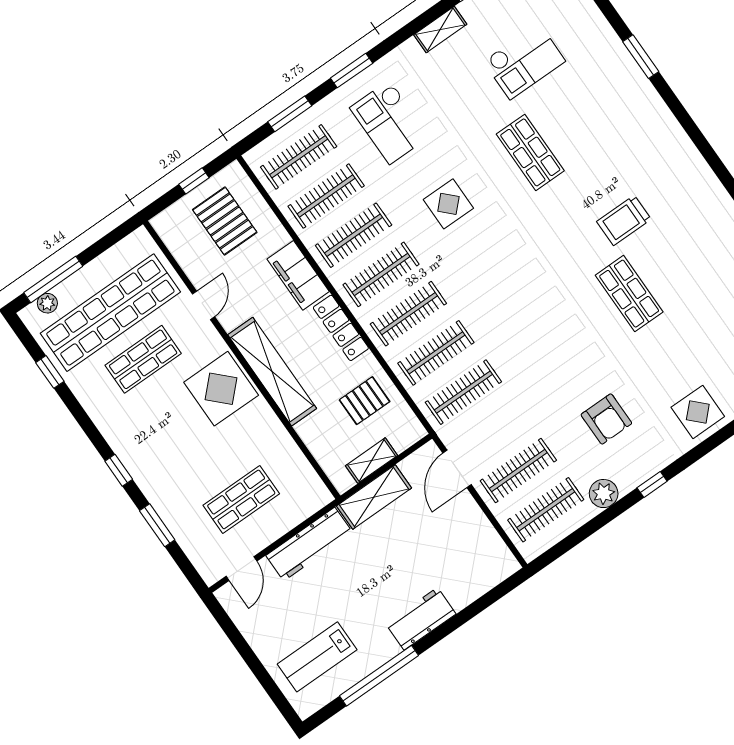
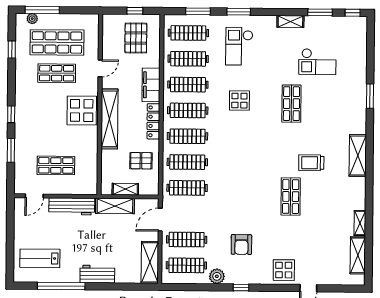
shelving: (686, 159) -> (358, 156), added
shop shelf: (110, 313) -> (57, 42), width x0.71
shelving: (487, 545) -> (150, 262), added

